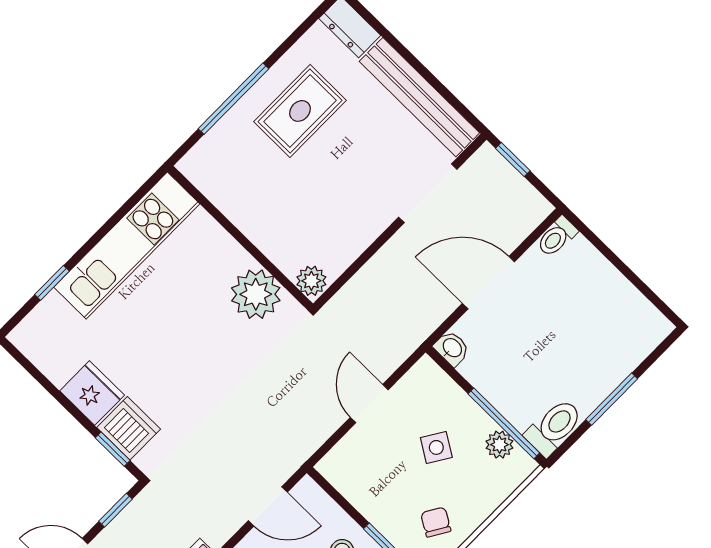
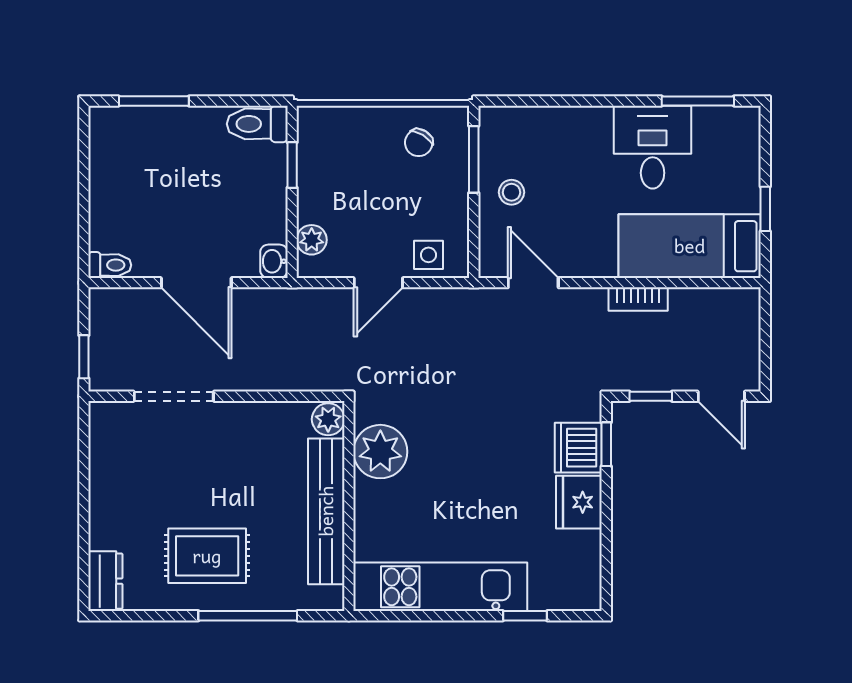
bench: (419, 97) -> (326, 511), moved
window: (612, 399) -> (154, 101), moved
window: (504, 423) -> (292, 165), width x0.46
plant: (499, 445) -> (312, 240), moved
side table: (436, 447) -> (428, 255), moved, turned -32

